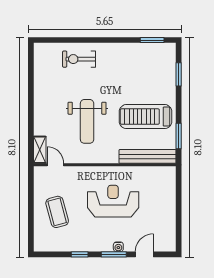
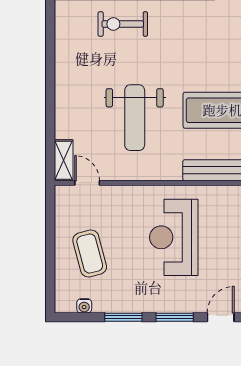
reception desk: (113, 201) -> (174, 237), turned -90
water cooler: (118, 247) -> (84, 306), moved
window: (80, 254) -> (123, 317), width x1.50

